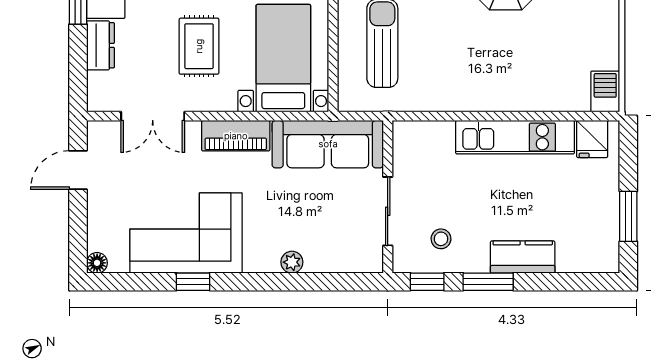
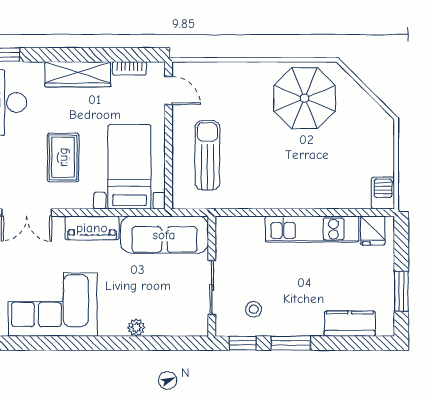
kitchen counter: (523, 257) -> (350, 324), moved
window: (193, 282) -> (58, 343), removed

